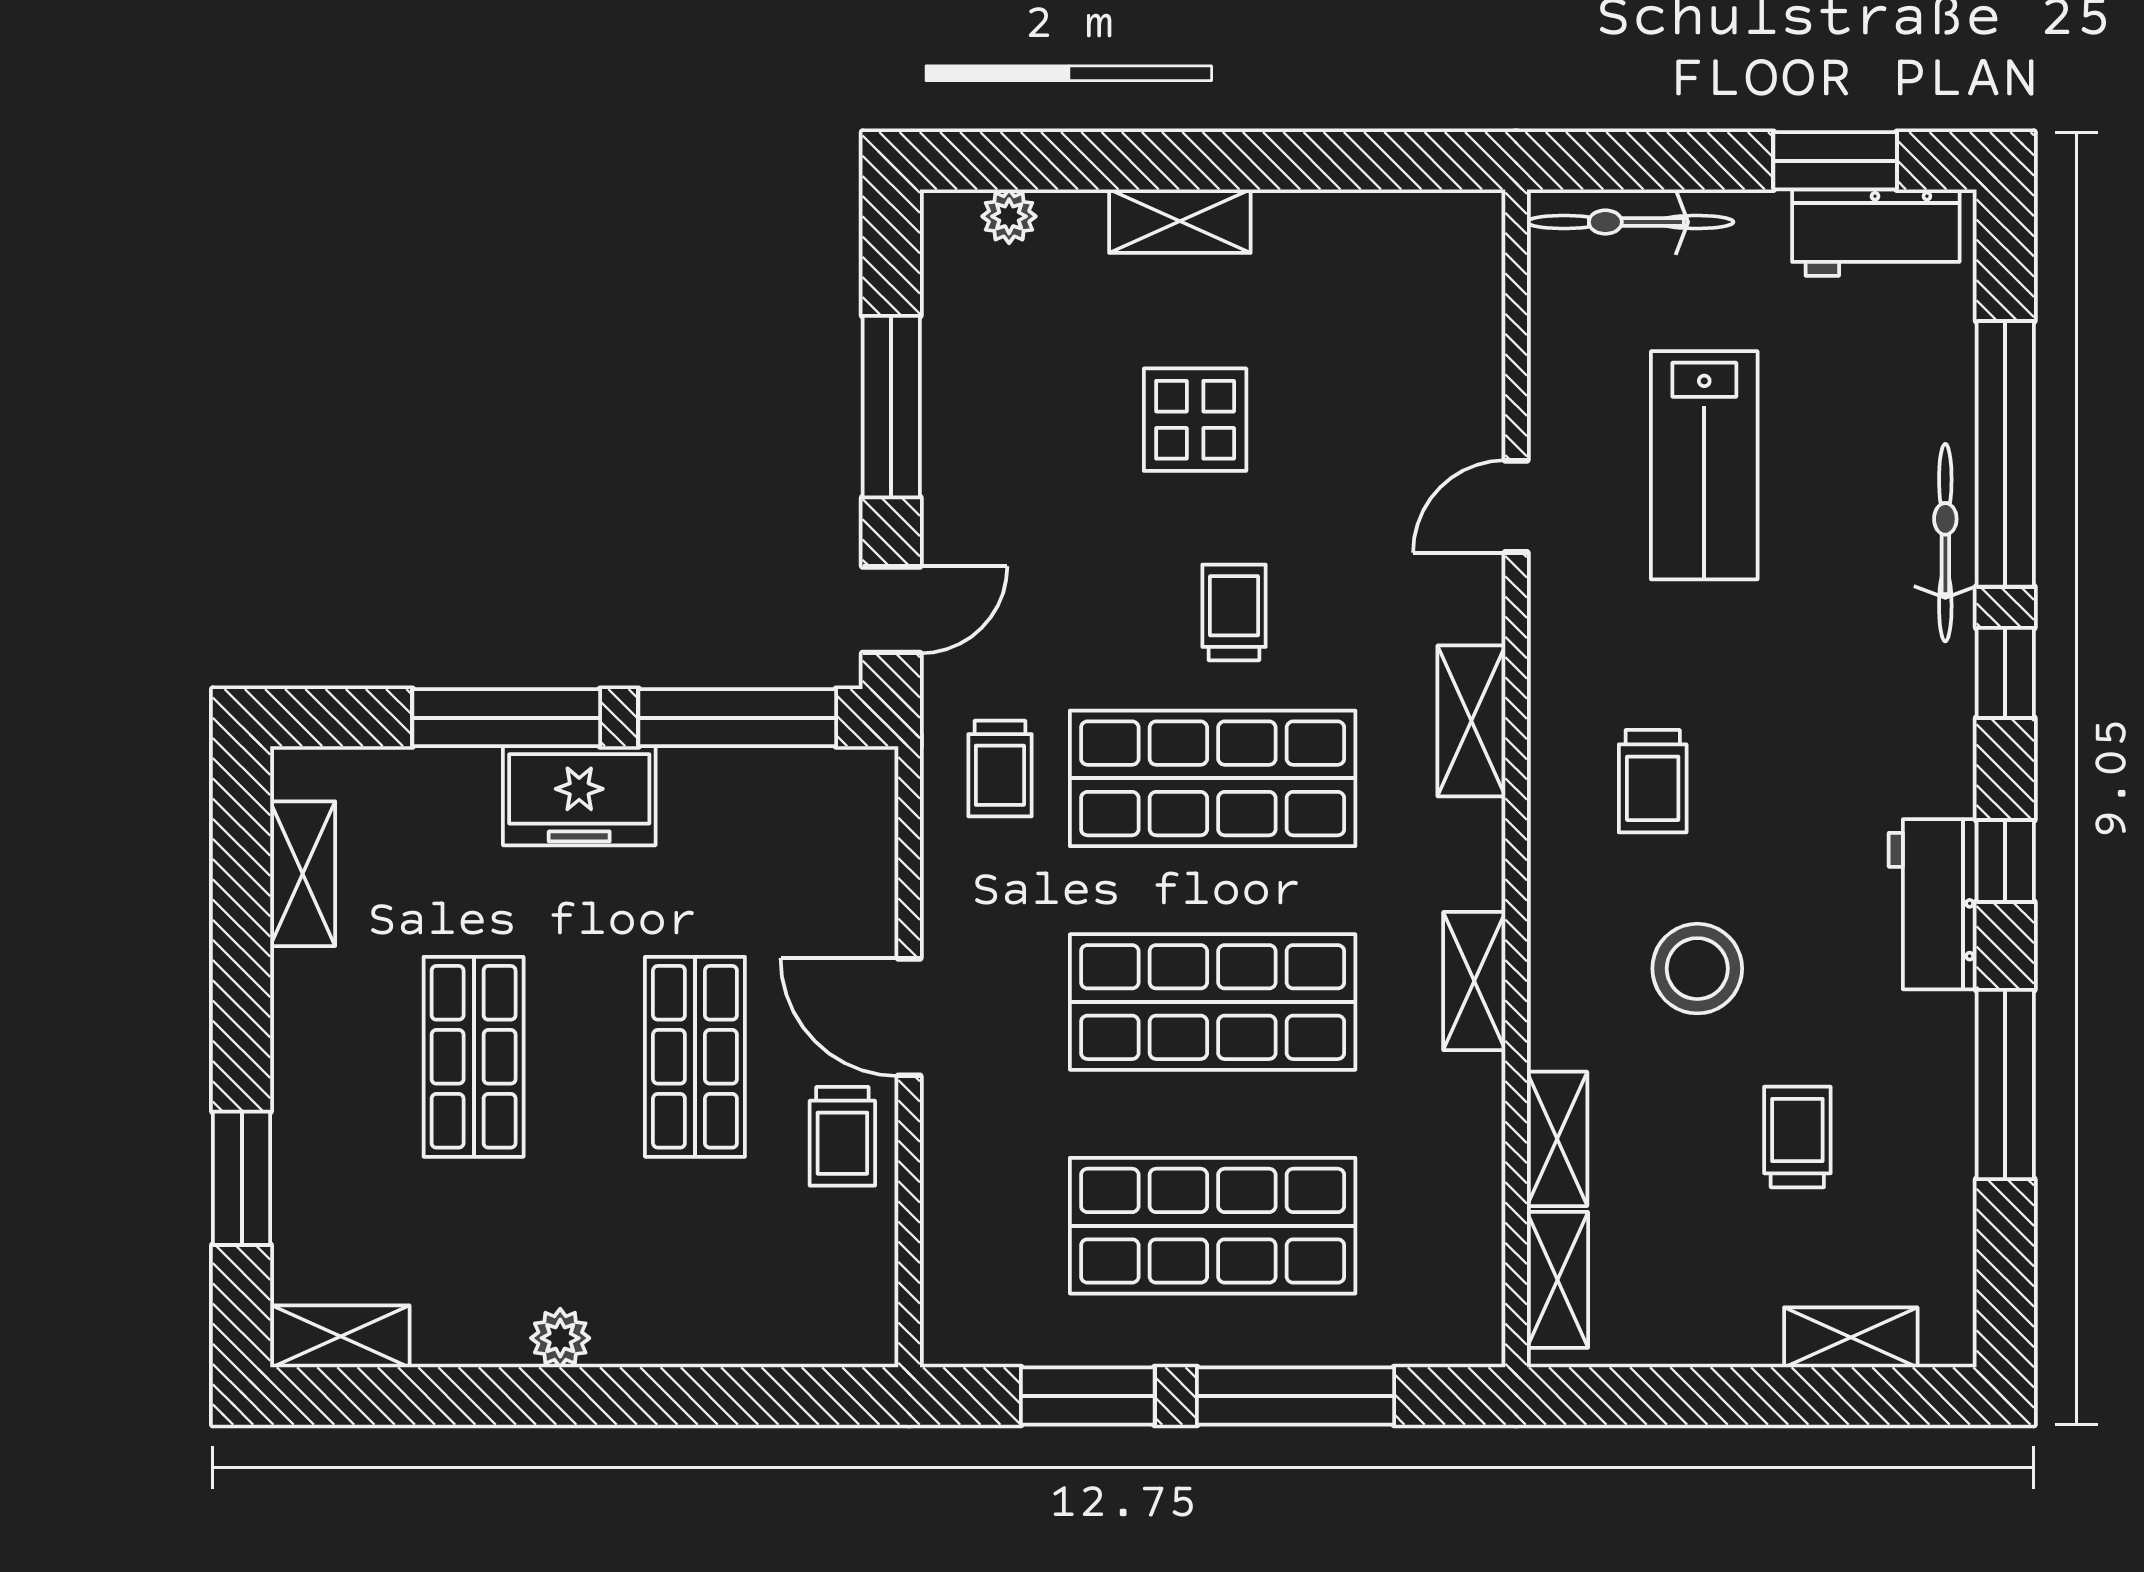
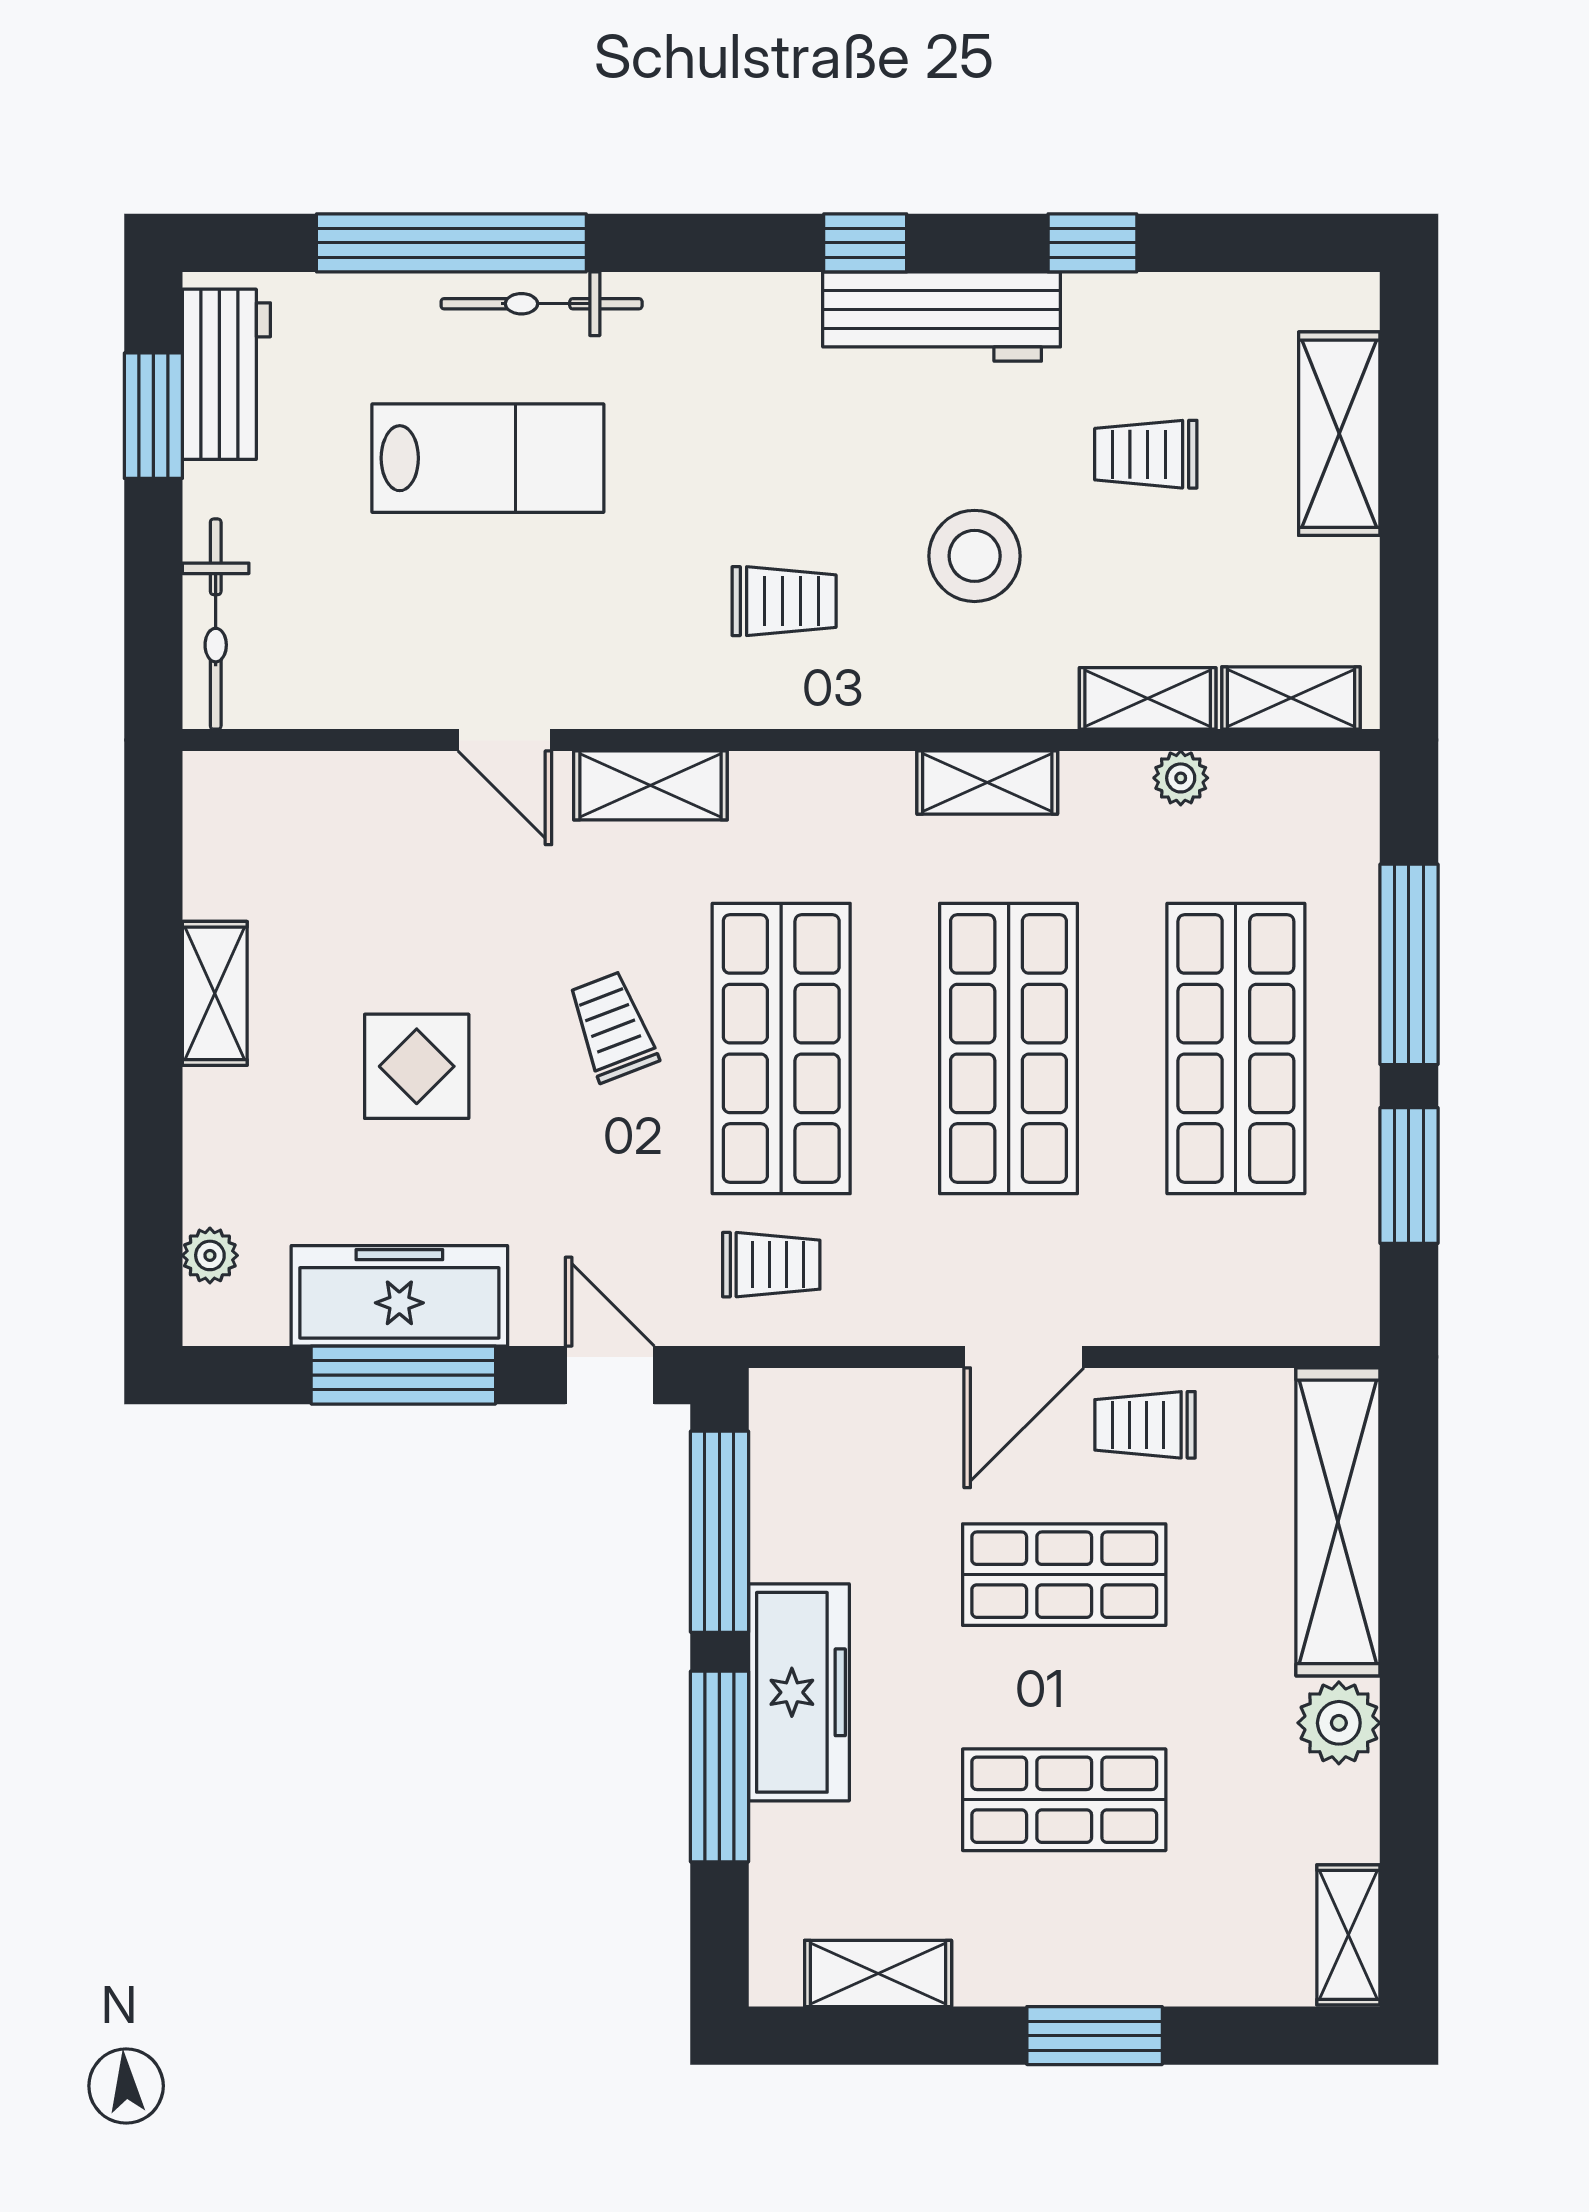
shelving: (1180, 221) -> (215, 993), moved
freezer: (969, 403) -> (399, 1296), added
lab bench: (1704, 465) -> (488, 458), moved
trolley: (1234, 612) -> (613, 1027), turned 69
window: (2005, 673) -> (674, 243), removed
shelving: (1471, 721) -> (650, 785), moved
freezer: (579, 796) -> (799, 1692), width x1.40
workbench: (1933, 904) -> (942, 317), width x1.38
window: (2005, 1085) -> (1092, 243), width x0.46
trolley: (842, 1136) -> (1145, 1425), turned 180
plant: (1479, 1171) -> (1181, 778), added
window: (242, 1178) -> (1095, 2036), moved
shelving: (747, 1326) -> (1338, 1522), added
shelving: (1851, 1337) -> (1339, 434), width x1.50, depth x1.33
plant: (560, 1338) -> (1339, 1723), width x1.38, depth x1.38

